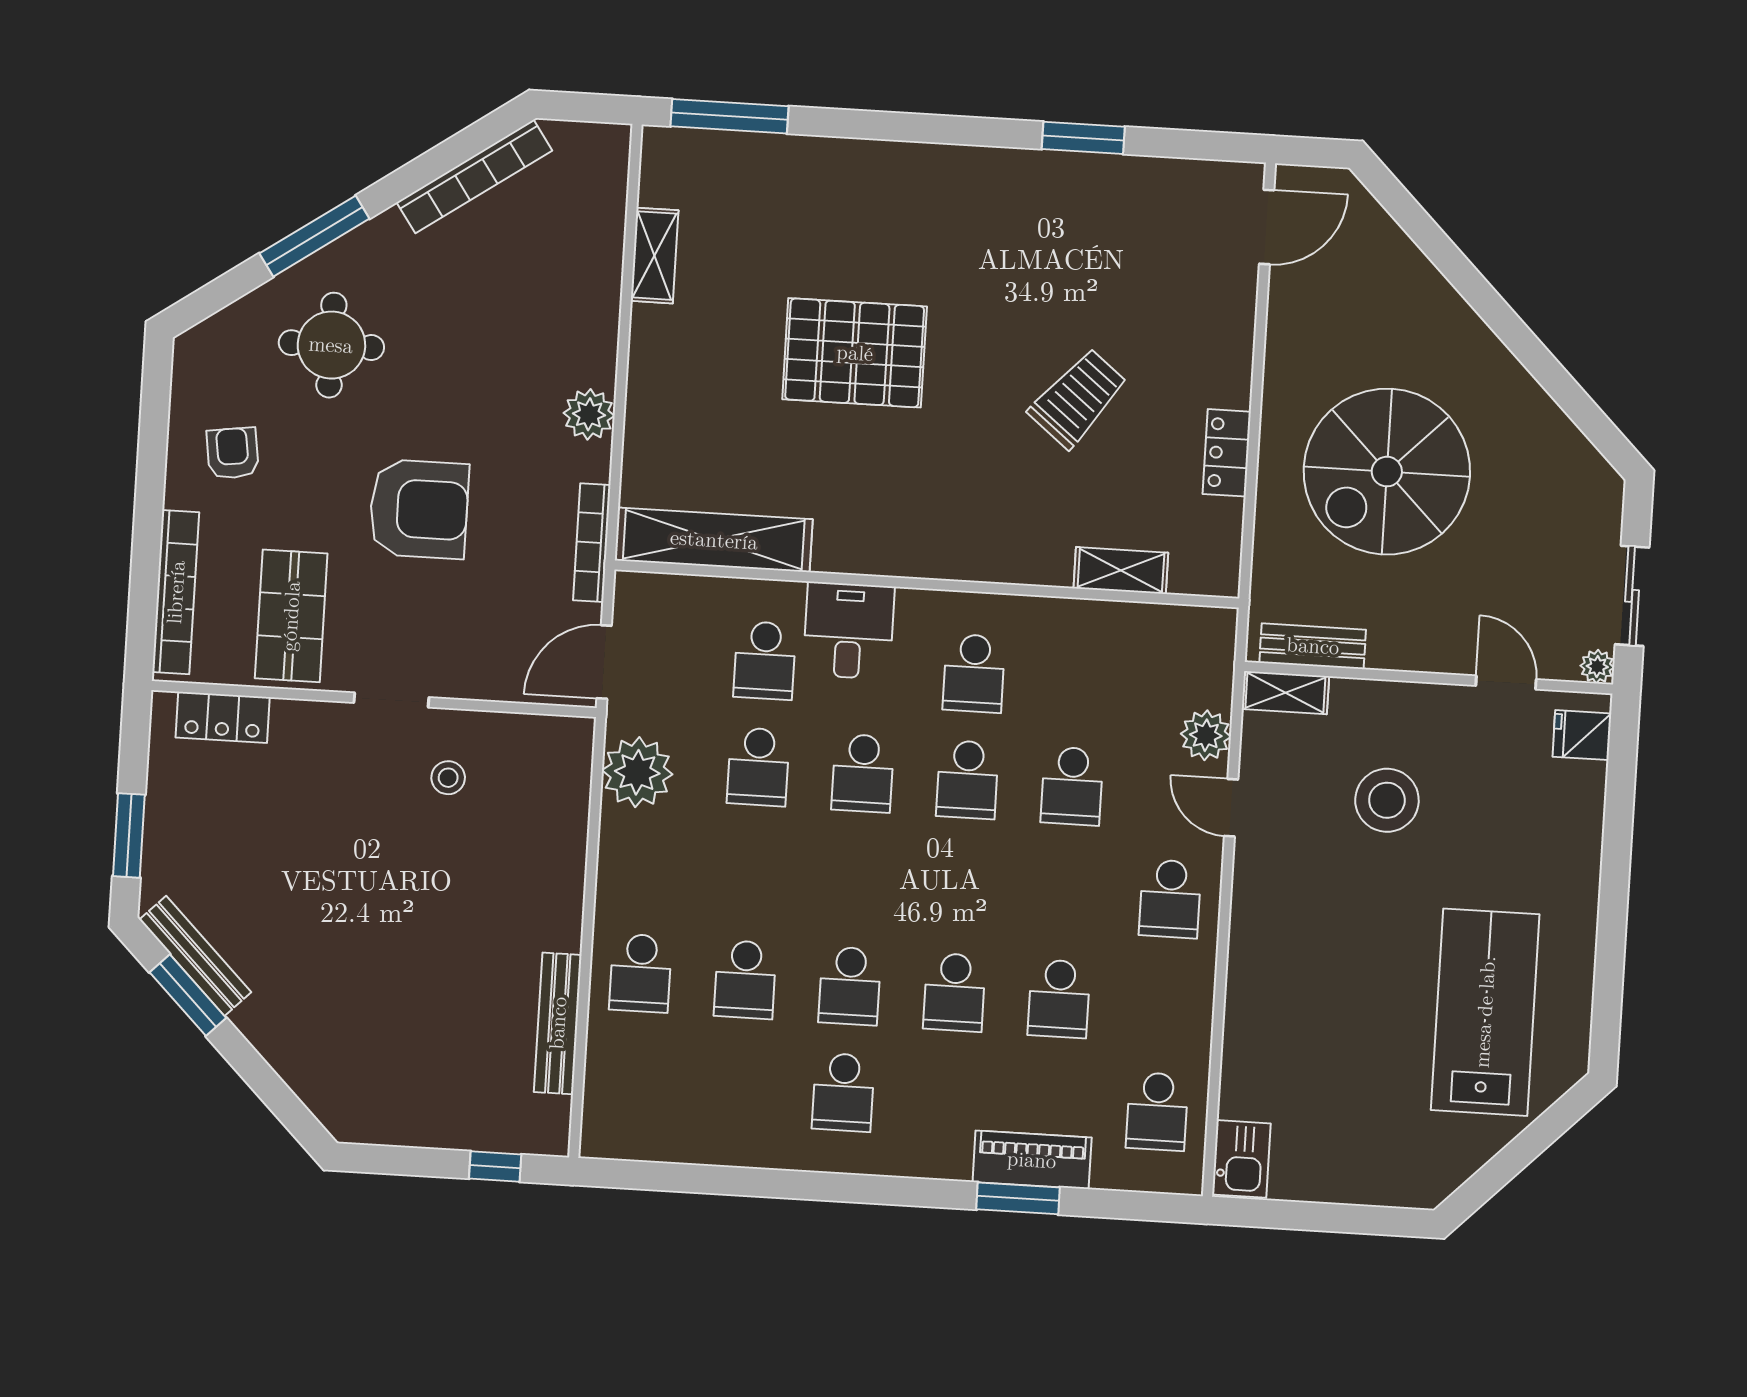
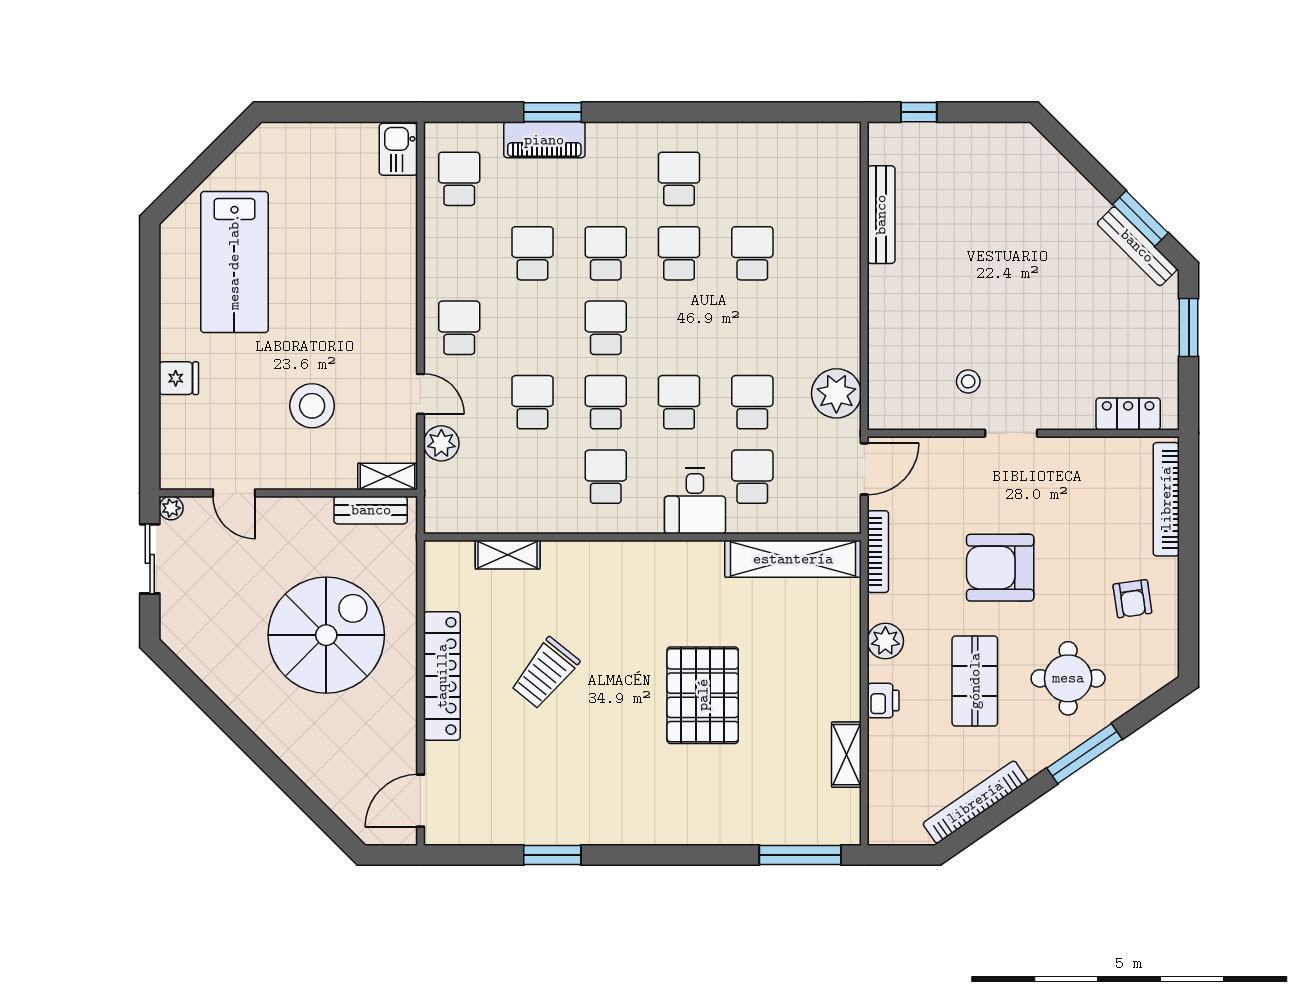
printer: (597, 329) -> (883, 701), added
pallet: (855, 353) -> (703, 695), turned 90
locker: (1227, 453) -> (442, 676), width x2.16, depth x1.21
shop shelf: (291, 616) -> (975, 681), moved
fridge: (1582, 735) -> (179, 378), moved
school desk: (641, 973) -> (606, 328), moved

